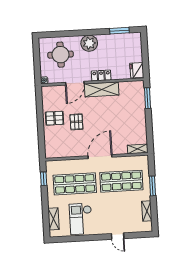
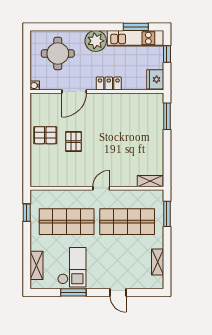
kitchen unit: (120, 39) -> (136, 38), added
window: (145, 50) -> (167, 54), added
shelving: (102, 89) -> (108, 102), removed
door: (100, 157) -> (101, 188), width x0.53
window: (153, 186) -> (167, 214), moved
checkout: (81, 219) -> (72, 267), turned 180
window: (83, 238) -> (73, 292), added

